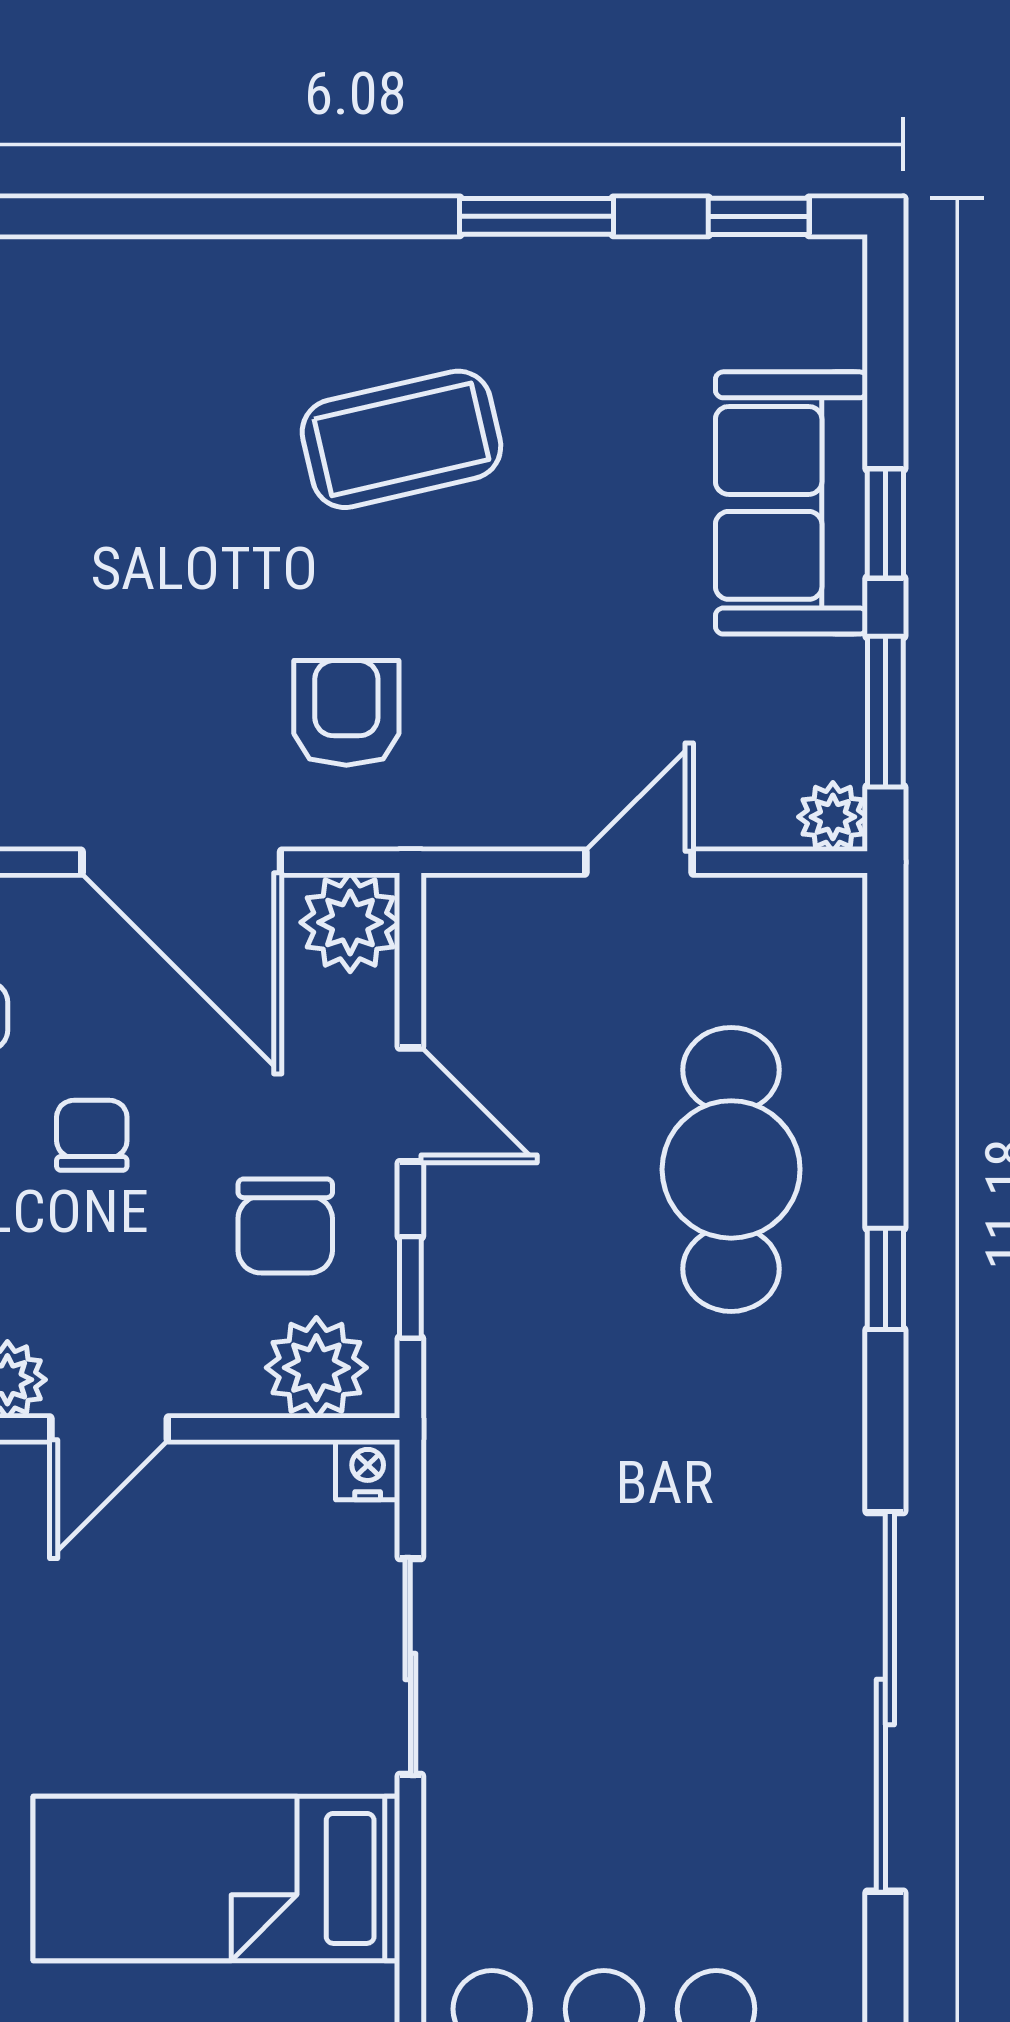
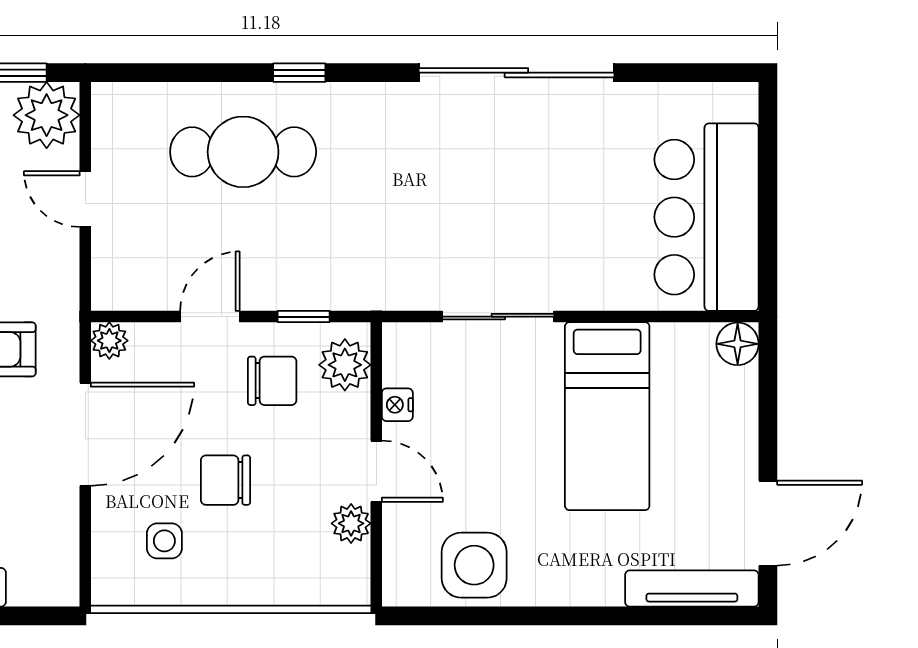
plant: (833, 817) -> (47, 115), width x1.88, depth x1.88
plant: (350, 922) -> (109, 341), width x0.73, depth x0.73
chair: (92, 1135) -> (226, 480), width x1.37, depth x1.37
nightstand: (368, 1470) -> (397, 405), moved

